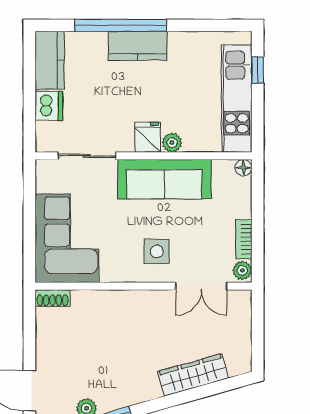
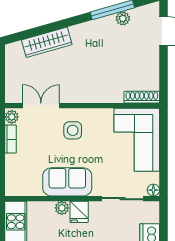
floor lamp: (243, 168) -> (153, 190), moved
sofa: (164, 179) -> (67, 182), width x0.73
shoe rack: (52, 298) -> (142, 97), width x1.43

